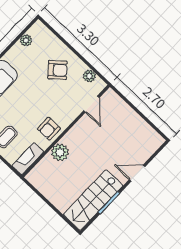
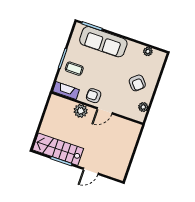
door: (91, 104) -> (105, 111), moved
door: (137, 173) -> (91, 171), swing flipped

